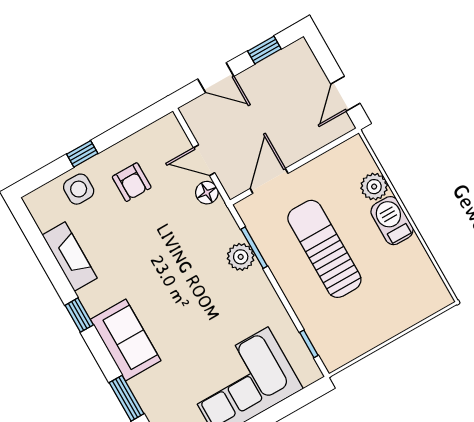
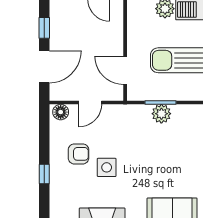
door: (216, 78) -> (44, 67), width x1.38
side table: (79, 189) -> (107, 167), moved
floor lamp: (207, 193) -> (61, 112), moved

